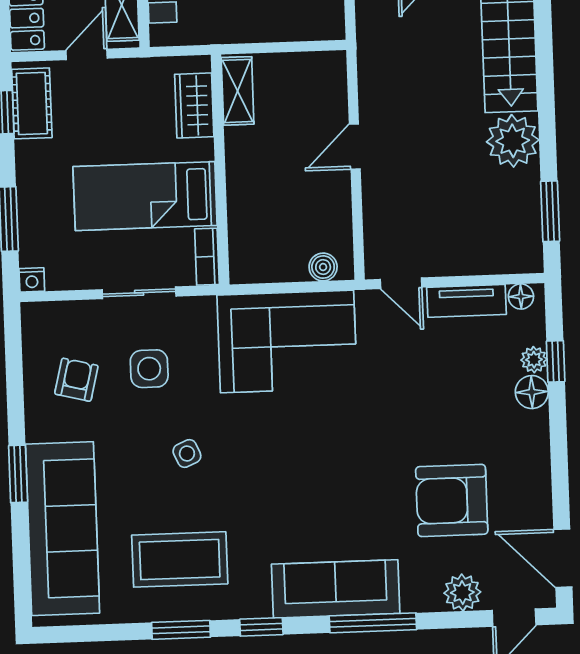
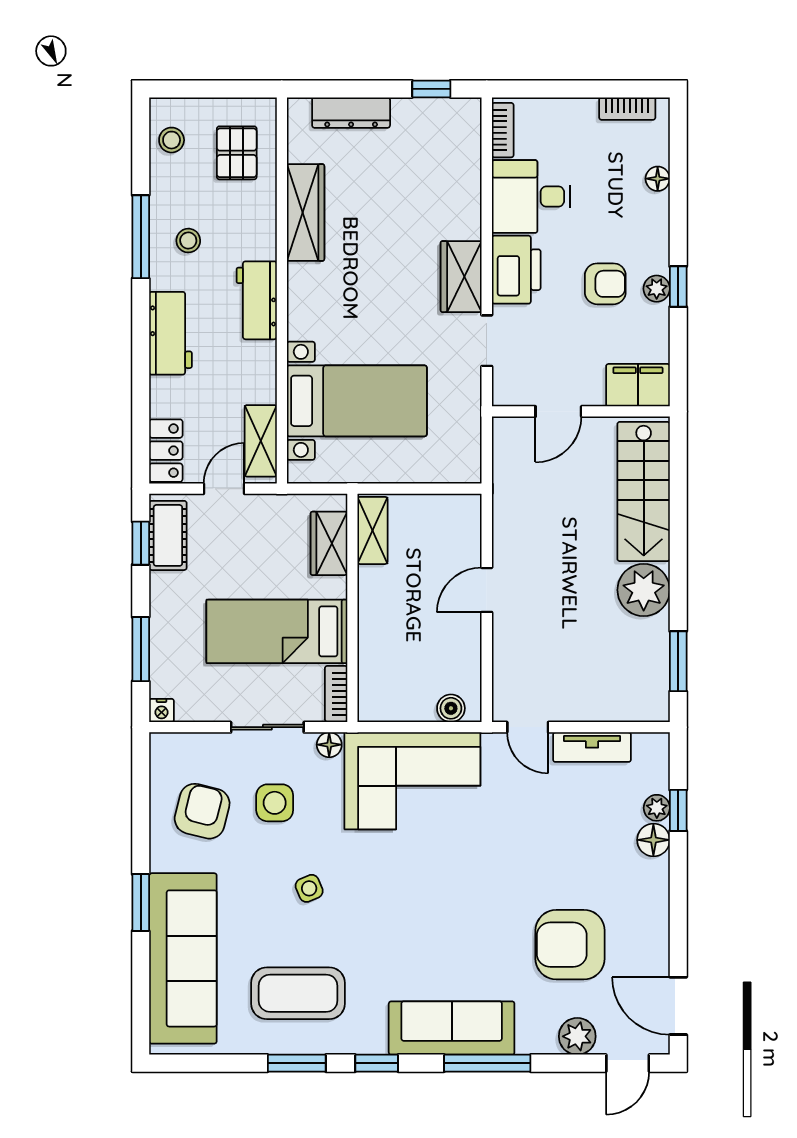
floor lamp: (521, 296) -> (329, 745), moved
armchair: (76, 380) -> (202, 811), width x1.38, depth x1.38

